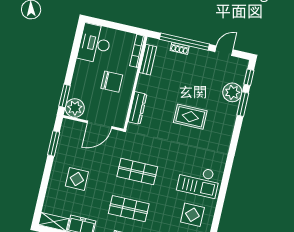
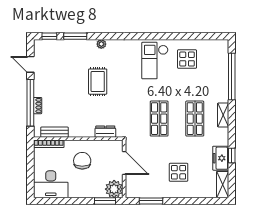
plant: (232, 92) -> (101, 44), moved, width x0.53, depth x0.53
dresser: (137, 108) -> (105, 132), width x0.70
checkout: (199, 181) -> (155, 61), turned 180

